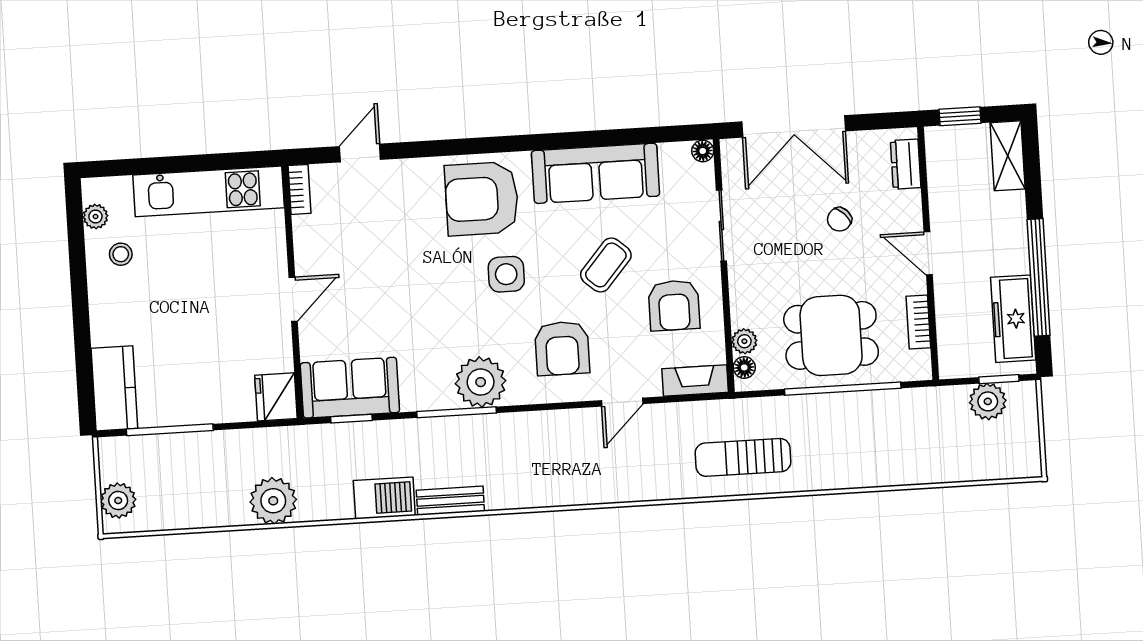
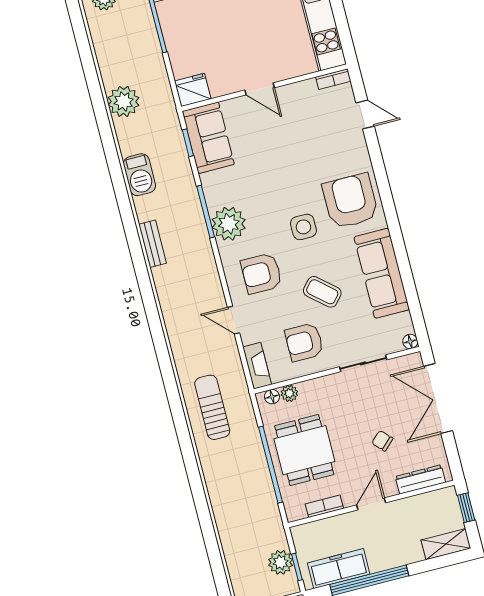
dresser: (906, 164) -> (420, 479), width x1.44
bench: (450, 501) -> (153, 244), moved

